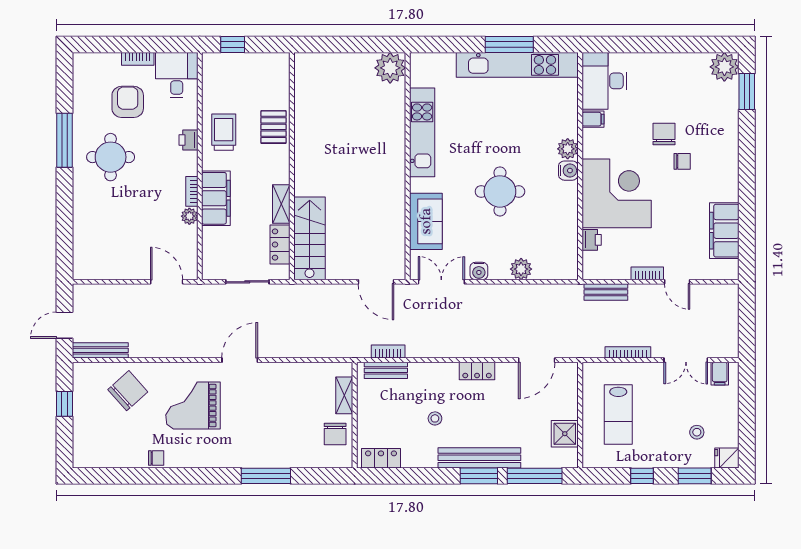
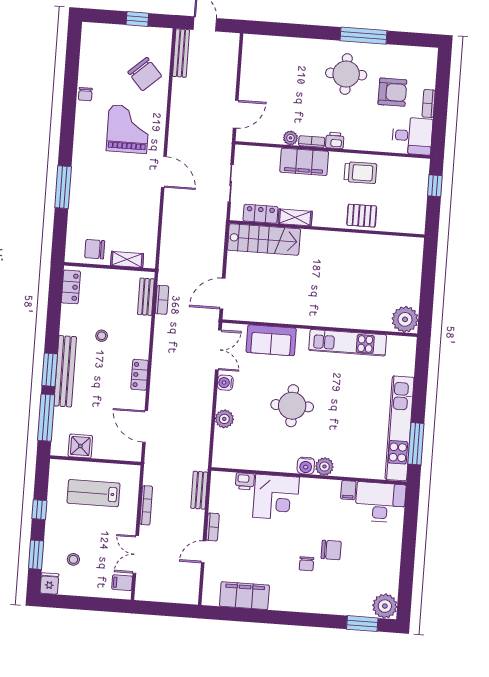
window: (509, 45) -> (416, 444), moved
printer: (189, 140) -> (335, 140), moved
corner desk: (617, 193) -> (276, 497), width x0.74, depth x0.74

